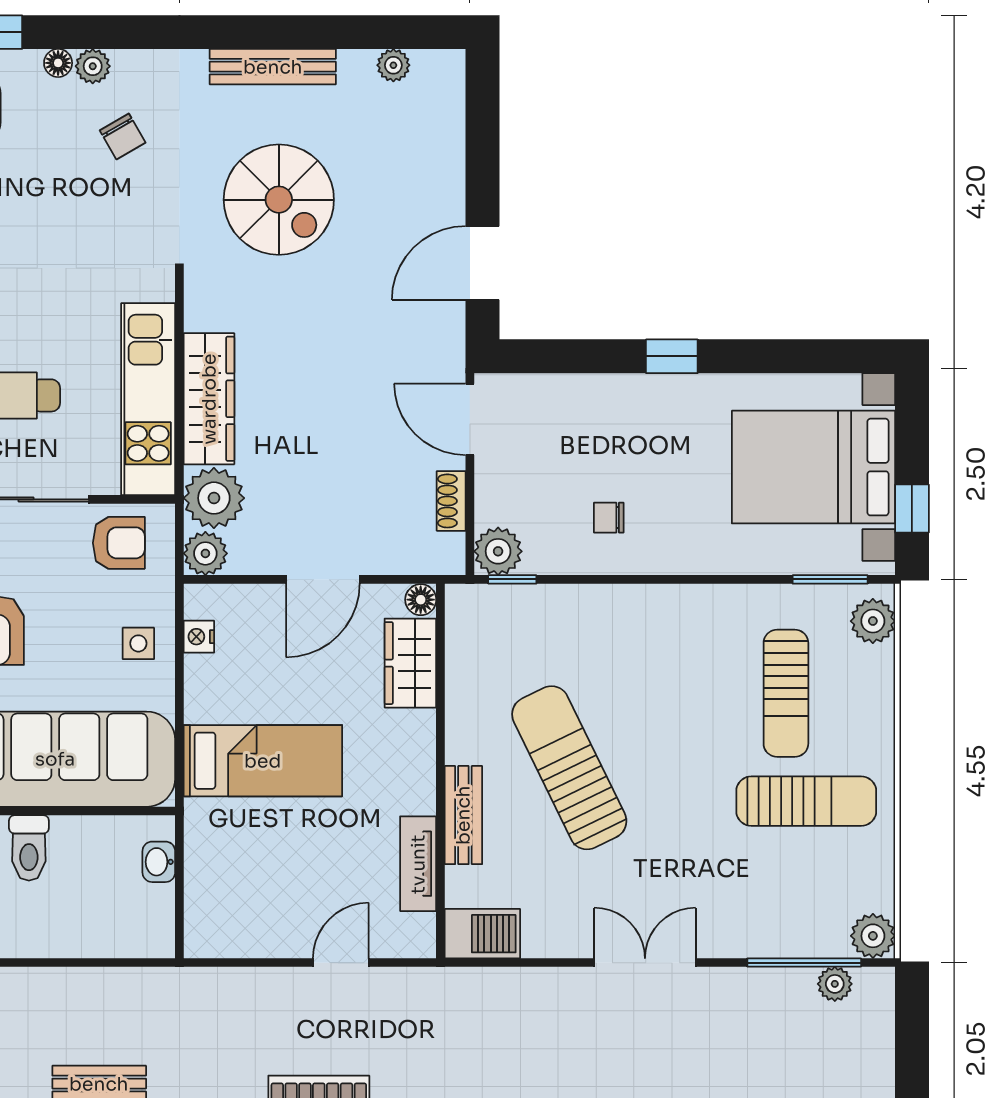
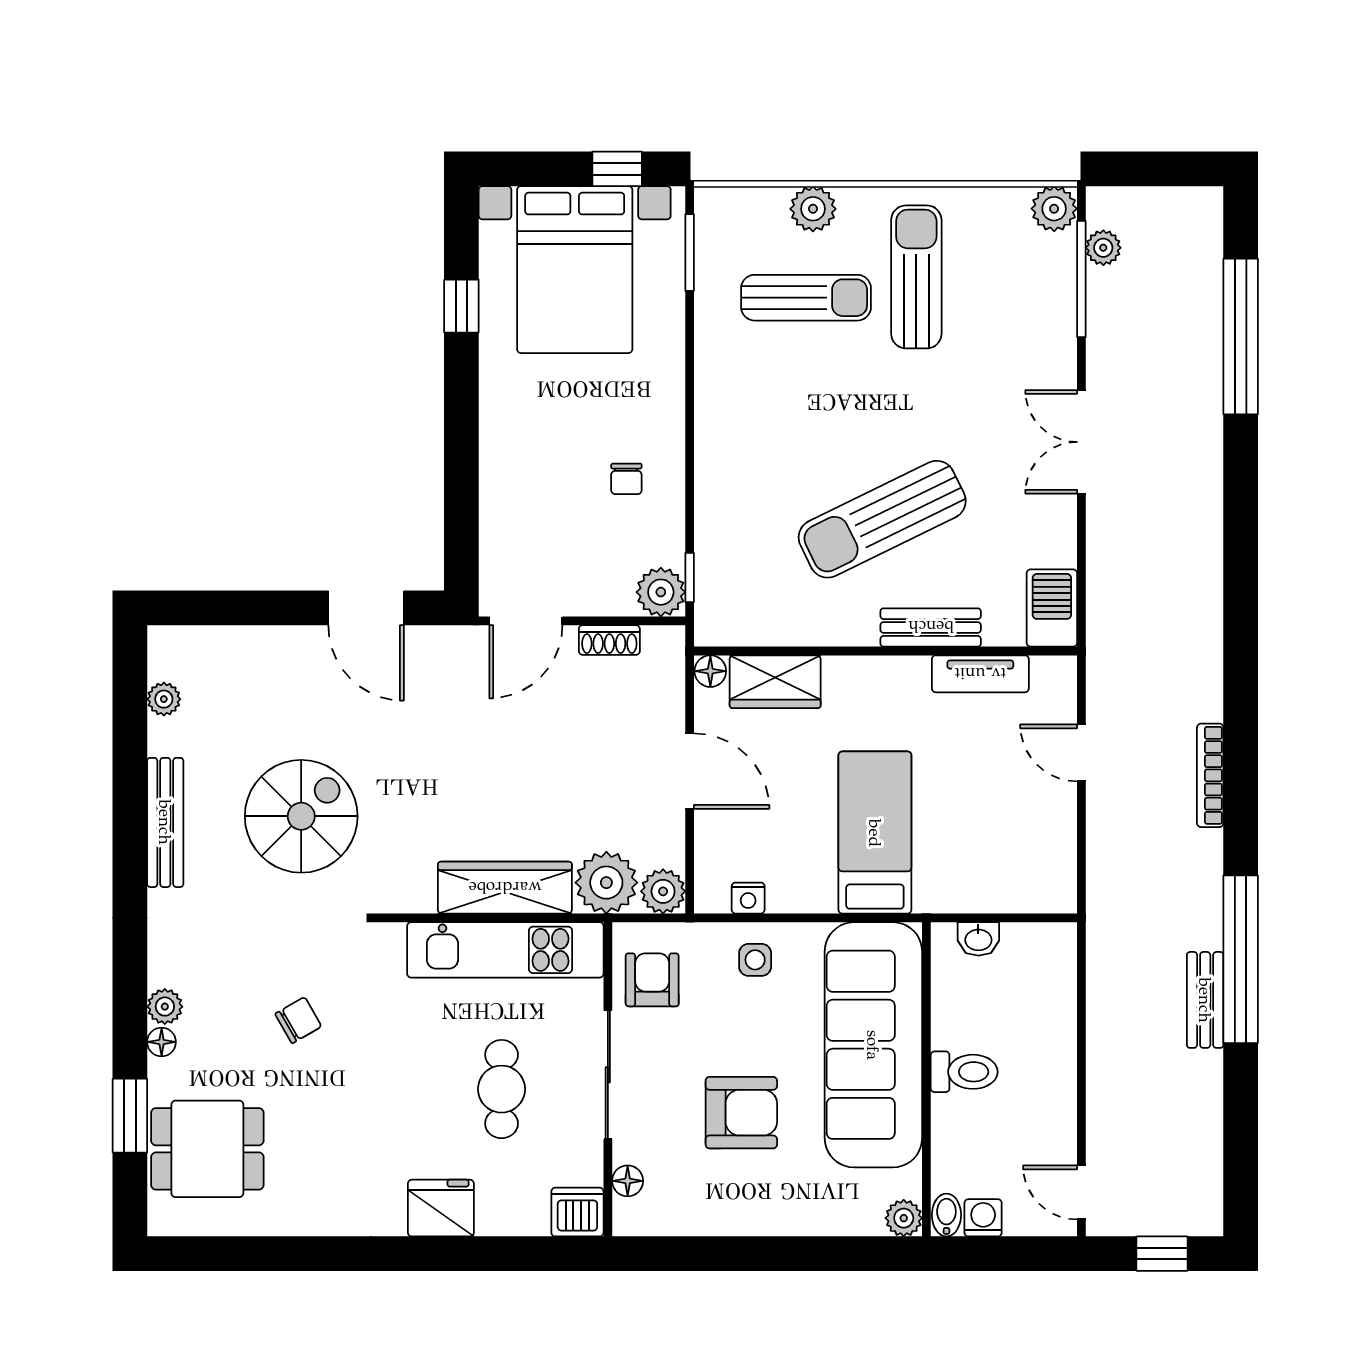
chair: (123, 136) -> (298, 1020), moved
window: (672, 356) -> (461, 306), moved
plant: (873, 621) -> (813, 209), moved

